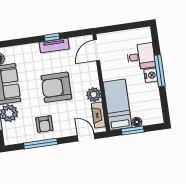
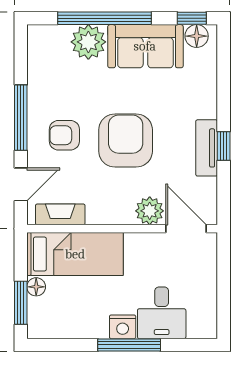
plant: (94, 95) -> (150, 211), moved
armchair: (44, 124) -> (64, 135), moved
window: (133, 131) -> (21, 303), moved
window: (41, 144) -> (21, 118), moved

